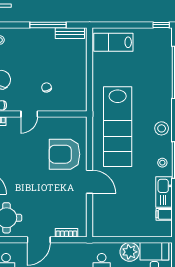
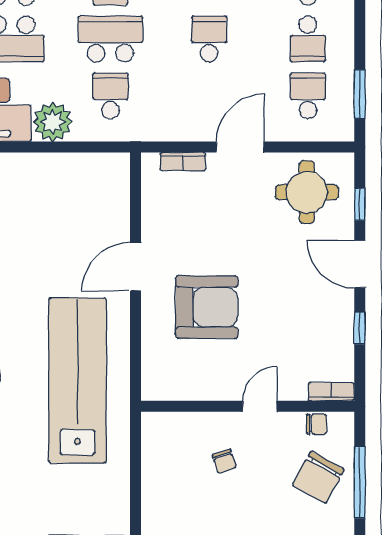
armchair: (65, 154) -> (207, 307), moved
door: (90, 182) -> (135, 267), hinge flipped

